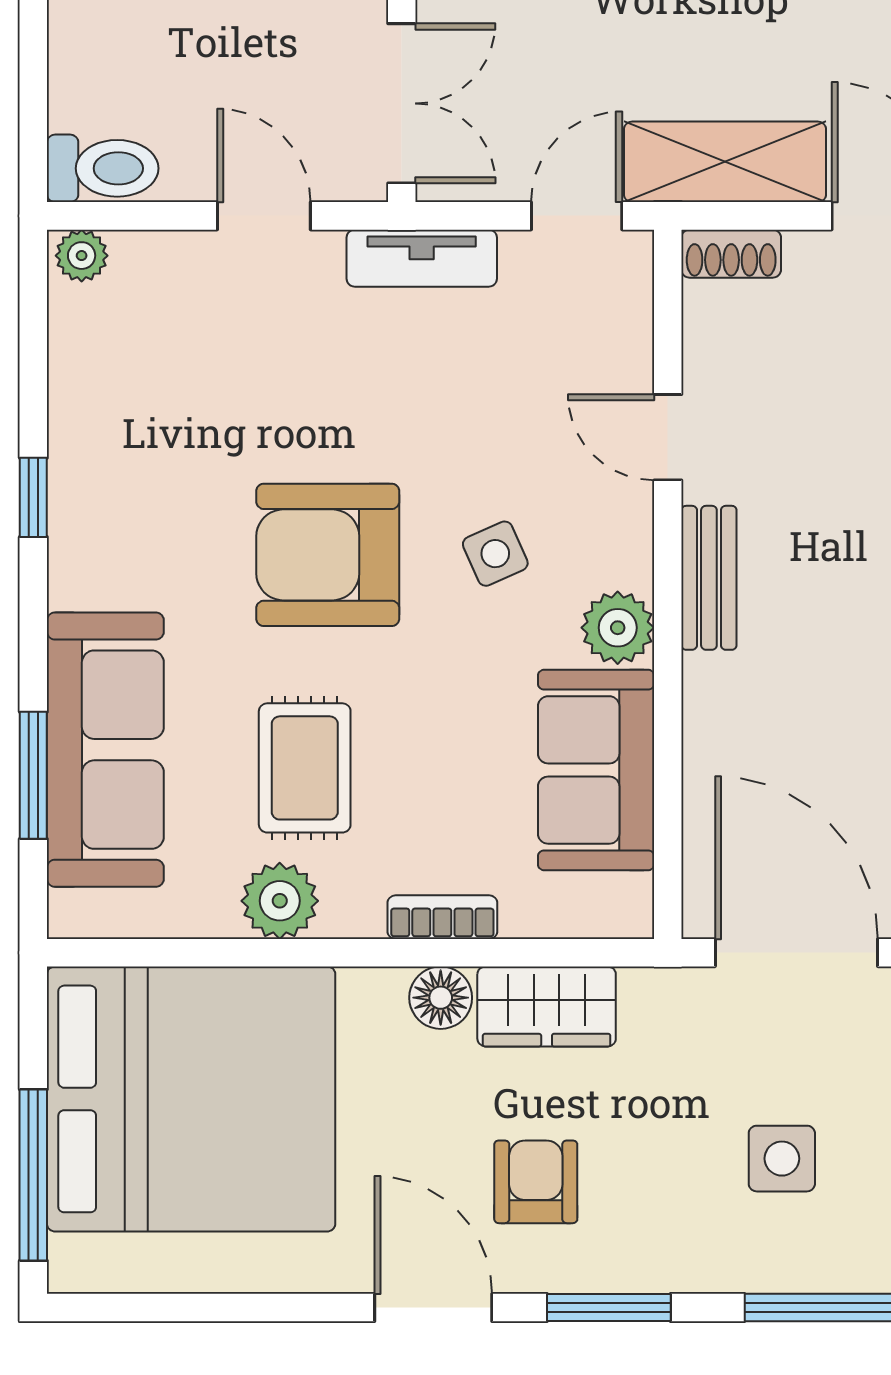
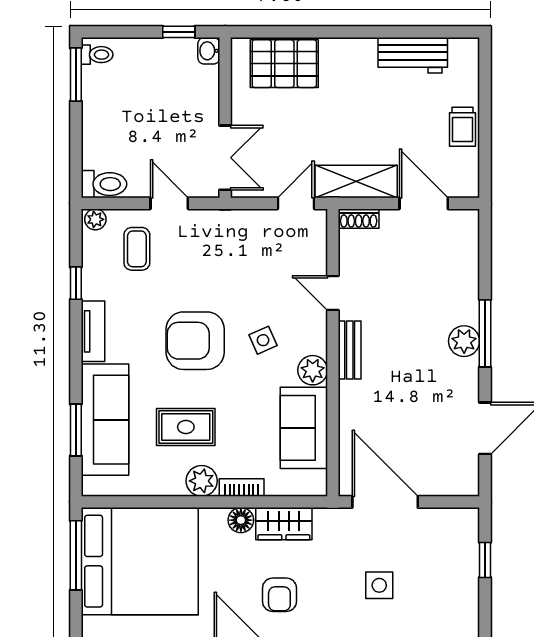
tv unit: (422, 258) -> (93, 331), moved, turned -90
coffee table: (184, 328) -> (137, 249), added
window: (33, 497) -> (76, 283), moved
rug: (305, 768) -> (186, 427), turned 90
plant: (280, 901) -> (202, 481), moved
window: (33, 1175) -> (76, 555), moved
armchair: (536, 1182) -> (279, 595), turned 180

